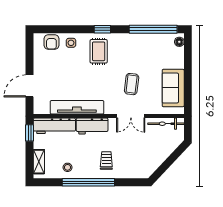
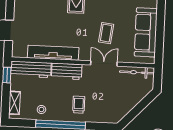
sofa: (173, 88) -> (146, 32), width x1.36
double door: (131, 116) -> (104, 63), swing flipped

